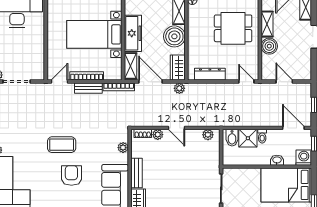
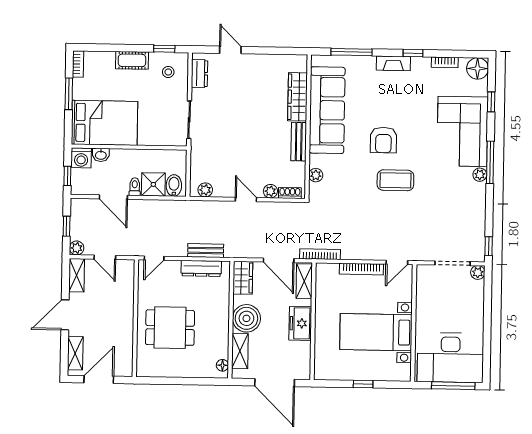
shelving: (267, 24) -> (77, 275), moved
freezer: (133, 33) -> (300, 323), width x0.71
bed with nightstands: (94, 34) -> (376, 332), moved, turned 180
boiler: (269, 46) -> (123, 304), removed
door: (246, 82) -> (154, 258), hinge flipped
bench: (88, 88) -> (206, 251), moved
plant: (179, 88) -> (77, 248), moved
door: (293, 128) -> (113, 197), moved
washbasin: (277, 160) -> (101, 155), moved

